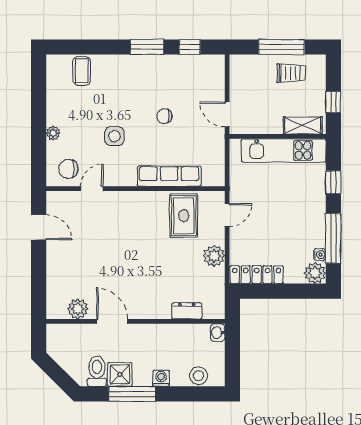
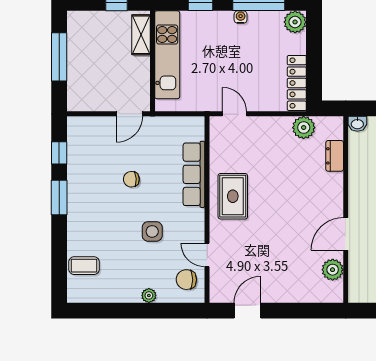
trolley: (291, 73) -> (86, 47), removed
chair: (164, 116) -> (131, 179), turned 87
chair: (68, 169) -> (186, 280), turned 90
rug: (184, 216) -> (233, 196), moved, turned 90
water cooler: (320, 255) -> (241, 17), moved
plant: (214, 256) -> (304, 128), moved

